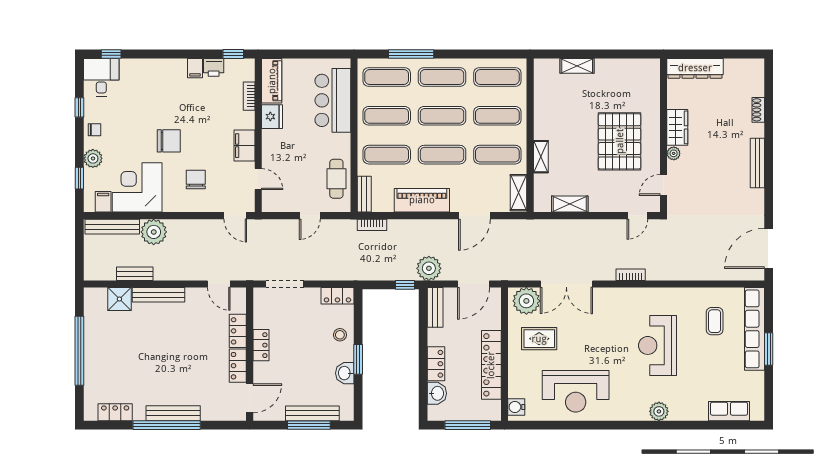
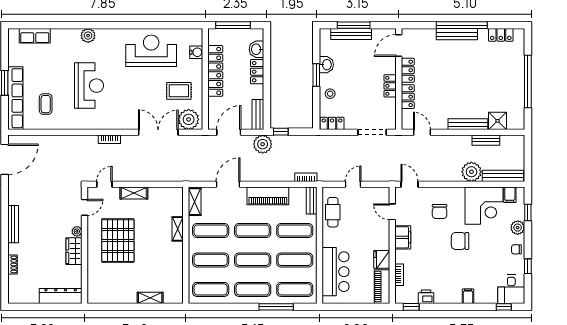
filing cabinet: (195, 68) -> (468, 296), moved
shelving: (570, 204) -> (134, 193), moved
water cooler: (516, 407) -> (196, 52), moved

